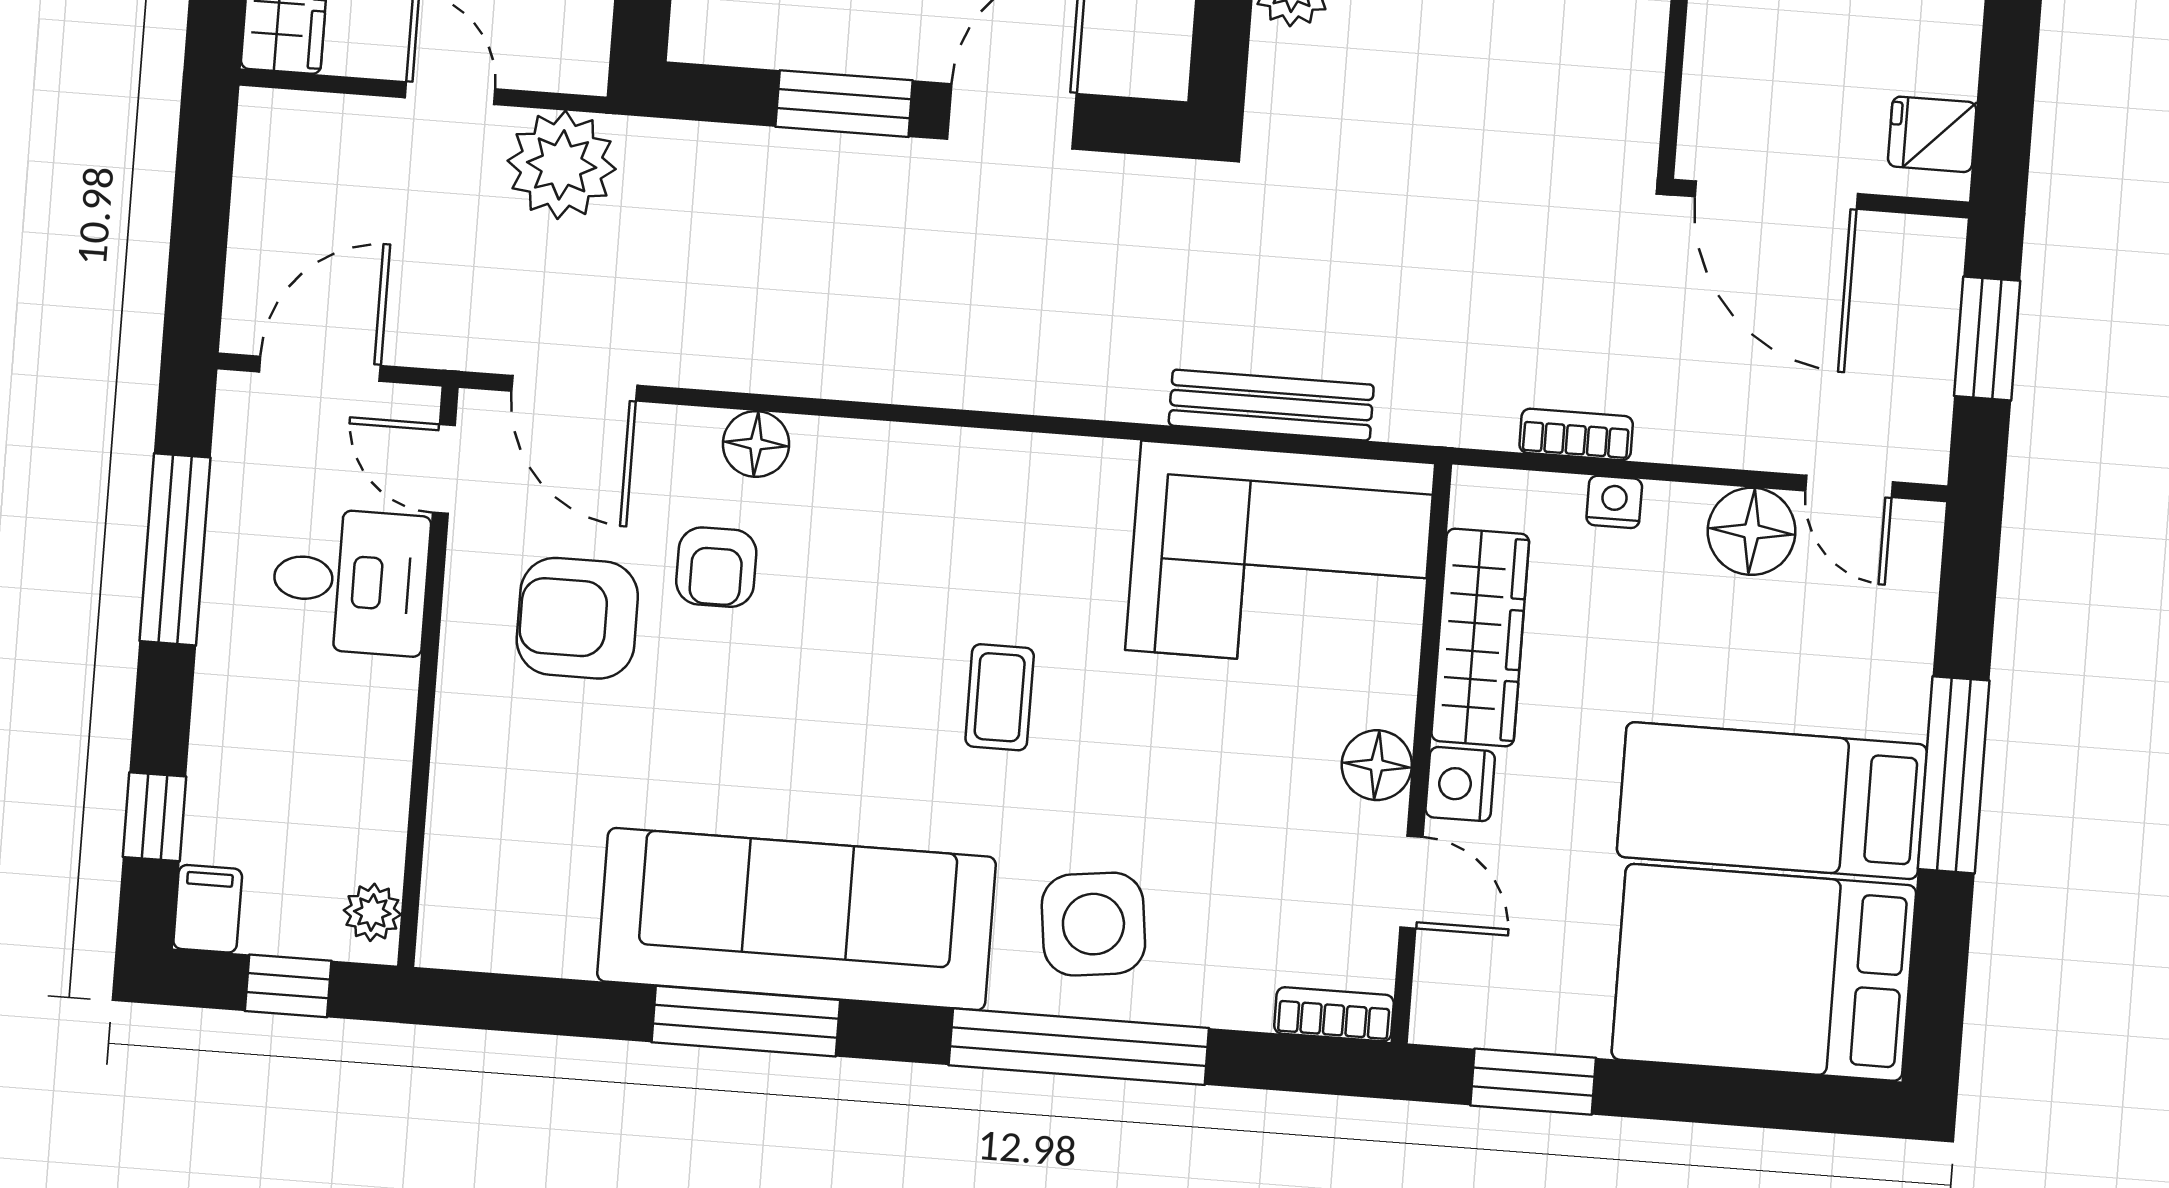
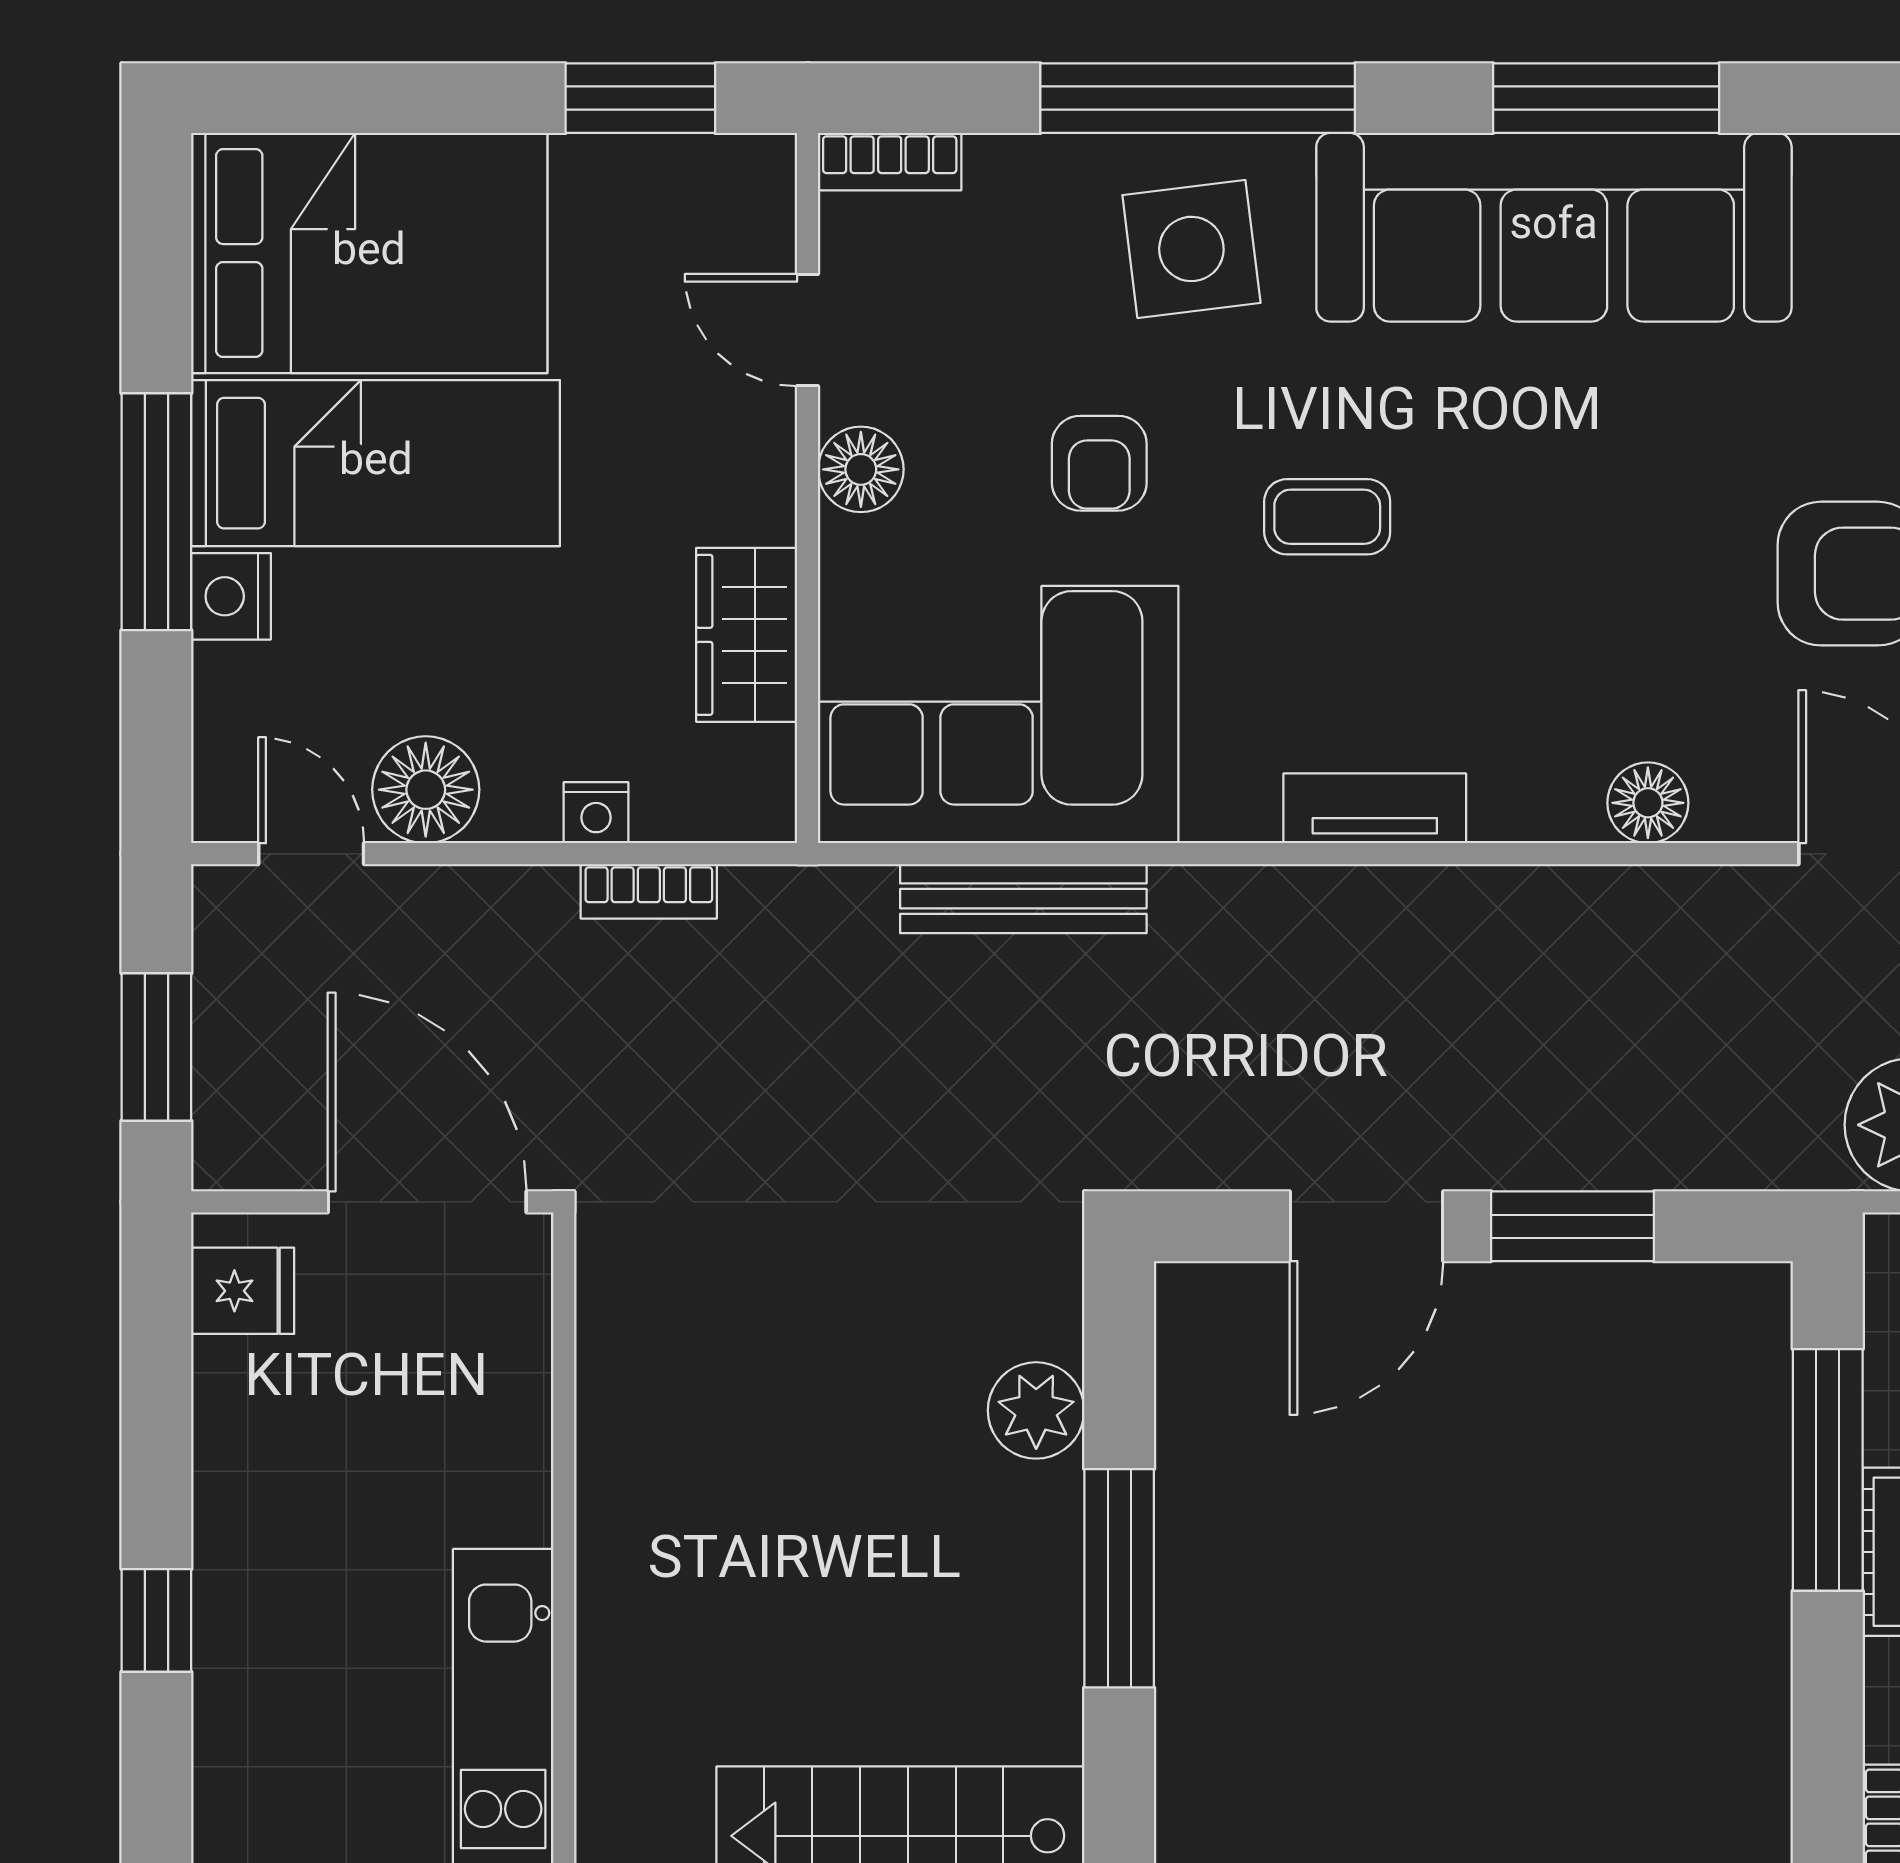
tv unit: (979, 457) -> (1375, 808), added
armchair: (716, 567) -> (1099, 463), moved, turned 180
wardrobe: (1480, 637) -> (747, 635), width x0.67
coffee table: (1000, 697) -> (1327, 517), turned 90
nightstand: (1460, 784) -> (231, 596), moved, turned 180

